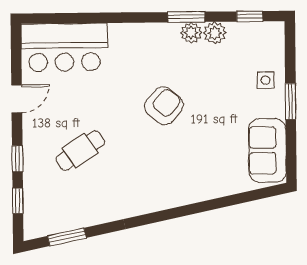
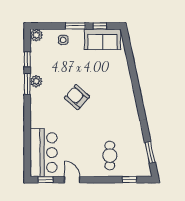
window: (250, 16) -> (27, 59), moved
plant: (215, 33) -> (36, 35), moved
window: (291, 145) -> (100, 26), added
cafe table: (80, 151) -> (110, 156), moved, turned 34
window: (17, 159) -> (46, 180), moved

